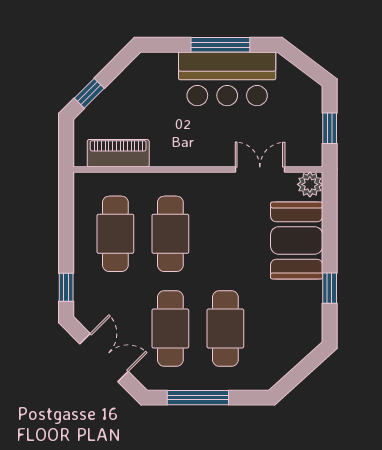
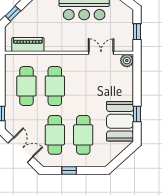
booth: (297, 240) -> (120, 121), moved
window: (198, 398) -> (69, 171), width x0.46

